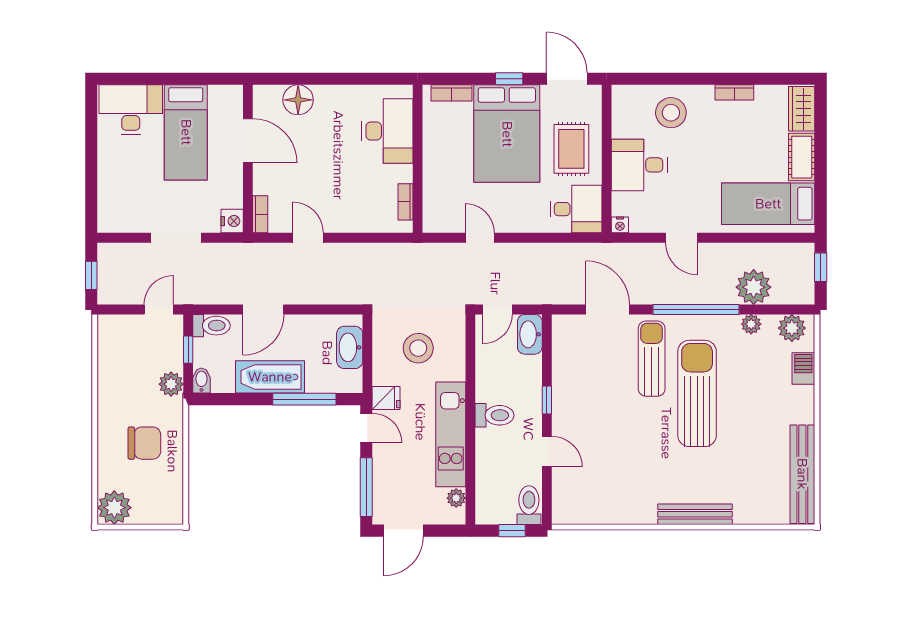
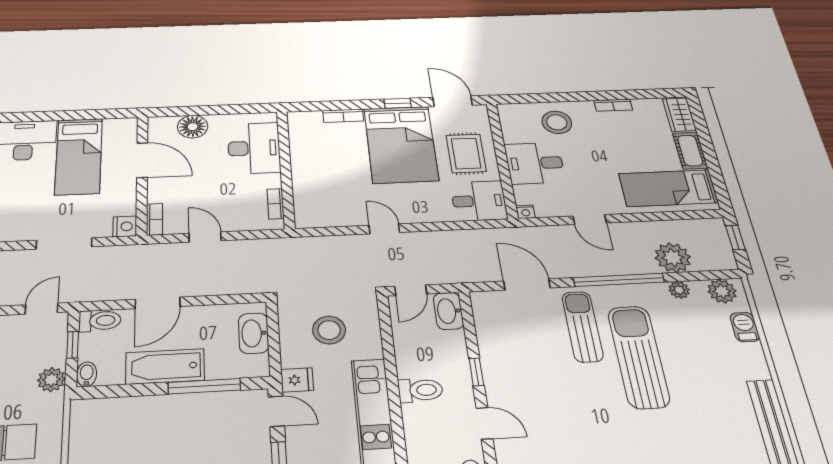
desk: (387, 131) -> (254, 148), moved
wall: (418, 159) -> (286, 169), moved
bookcase: (406, 202) -> (276, 204), moved

